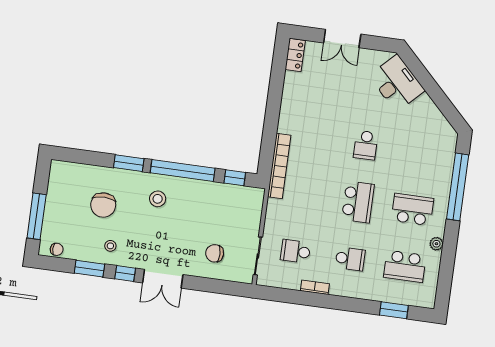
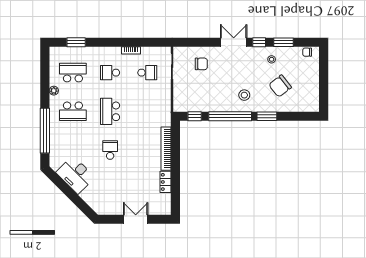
locker: (295, 55) -> (166, 182), moved
desk: (397, 83) -> (75, 175), moved
bookcase: (279, 166) -> (166, 149), moved
chair: (103, 205) -> (280, 86), turned -128
window: (37, 216) -> (324, 72), removed

